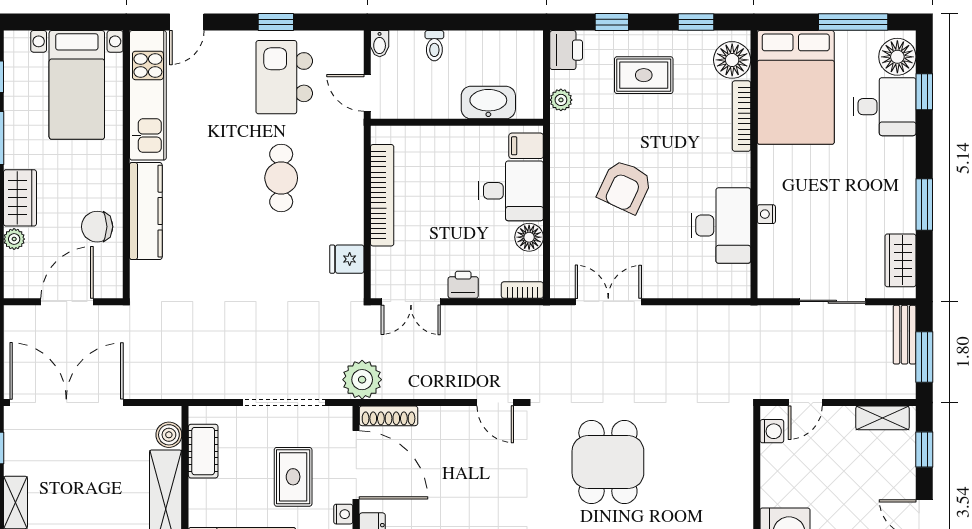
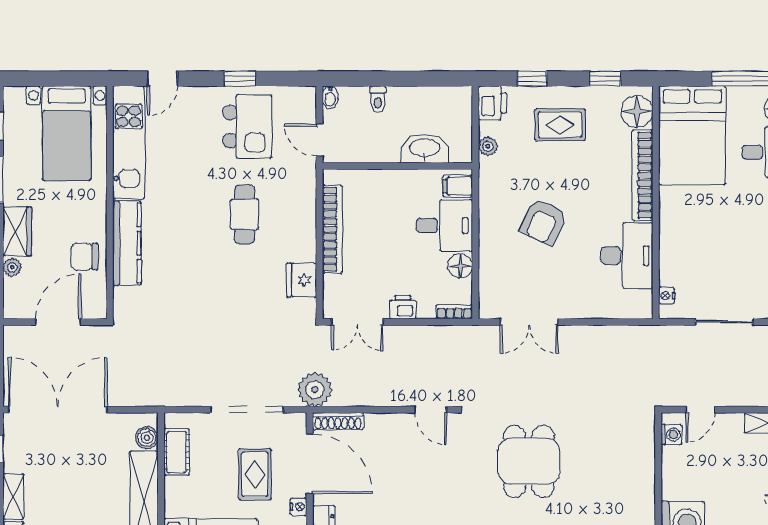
kitchen island: (284, 77) -> (247, 127), turned 180
bookcase: (741, 116) -> (643, 175), width x1.48, depth x1.31
nightstand: (766, 214) -> (667, 296), moved
fridge: (347, 259) -> (302, 280), width x1.38
double door: (608, 302) -> (529, 322), swing flipped

